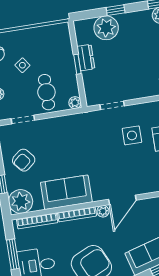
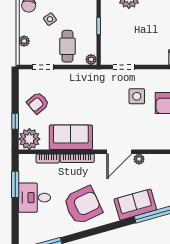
dresser: (86, 58) -> (107, 21), removed
plant: (103, 211) -> (139, 159), moved
bookcase: (37, 221) -> (48, 158), width x0.64

